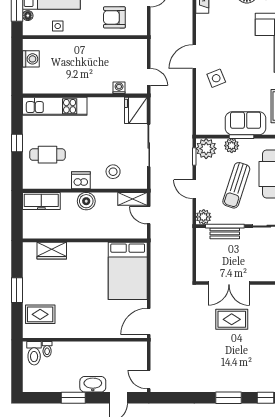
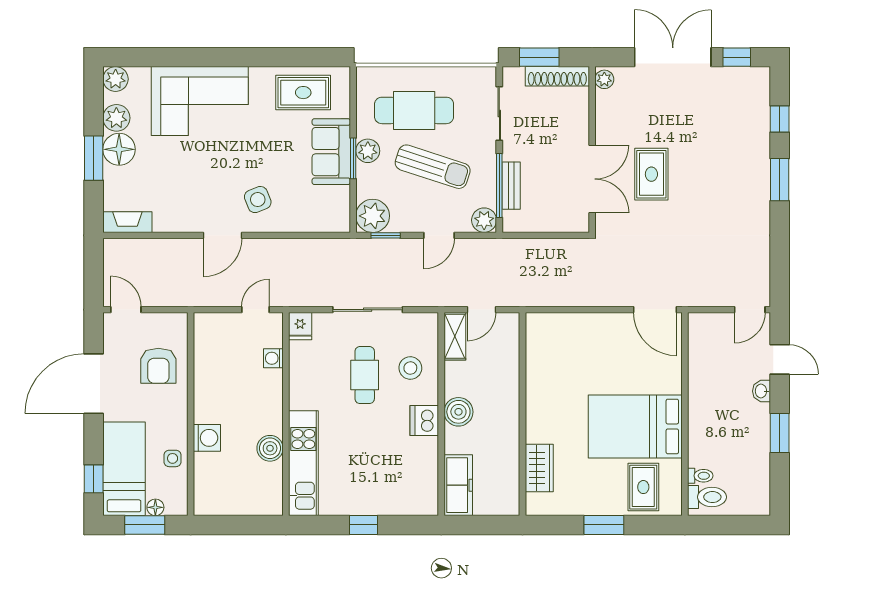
door: (194, 57) -> (222, 235), hinge flipped
washing machine: (31, 59) -> (207, 438), moved, turned 90
boiler: (64, 86) -> (270, 448), added
fridge: (136, 110) -> (300, 326), width x0.53, depth x0.75
plant: (232, 146) -> (368, 151), moved
cafe table: (48, 155) -> (365, 375), moved
bed: (128, 271) -> (635, 426), moved, turned 180
washbasin: (93, 384) -> (761, 391), width x0.52, depth x0.69

